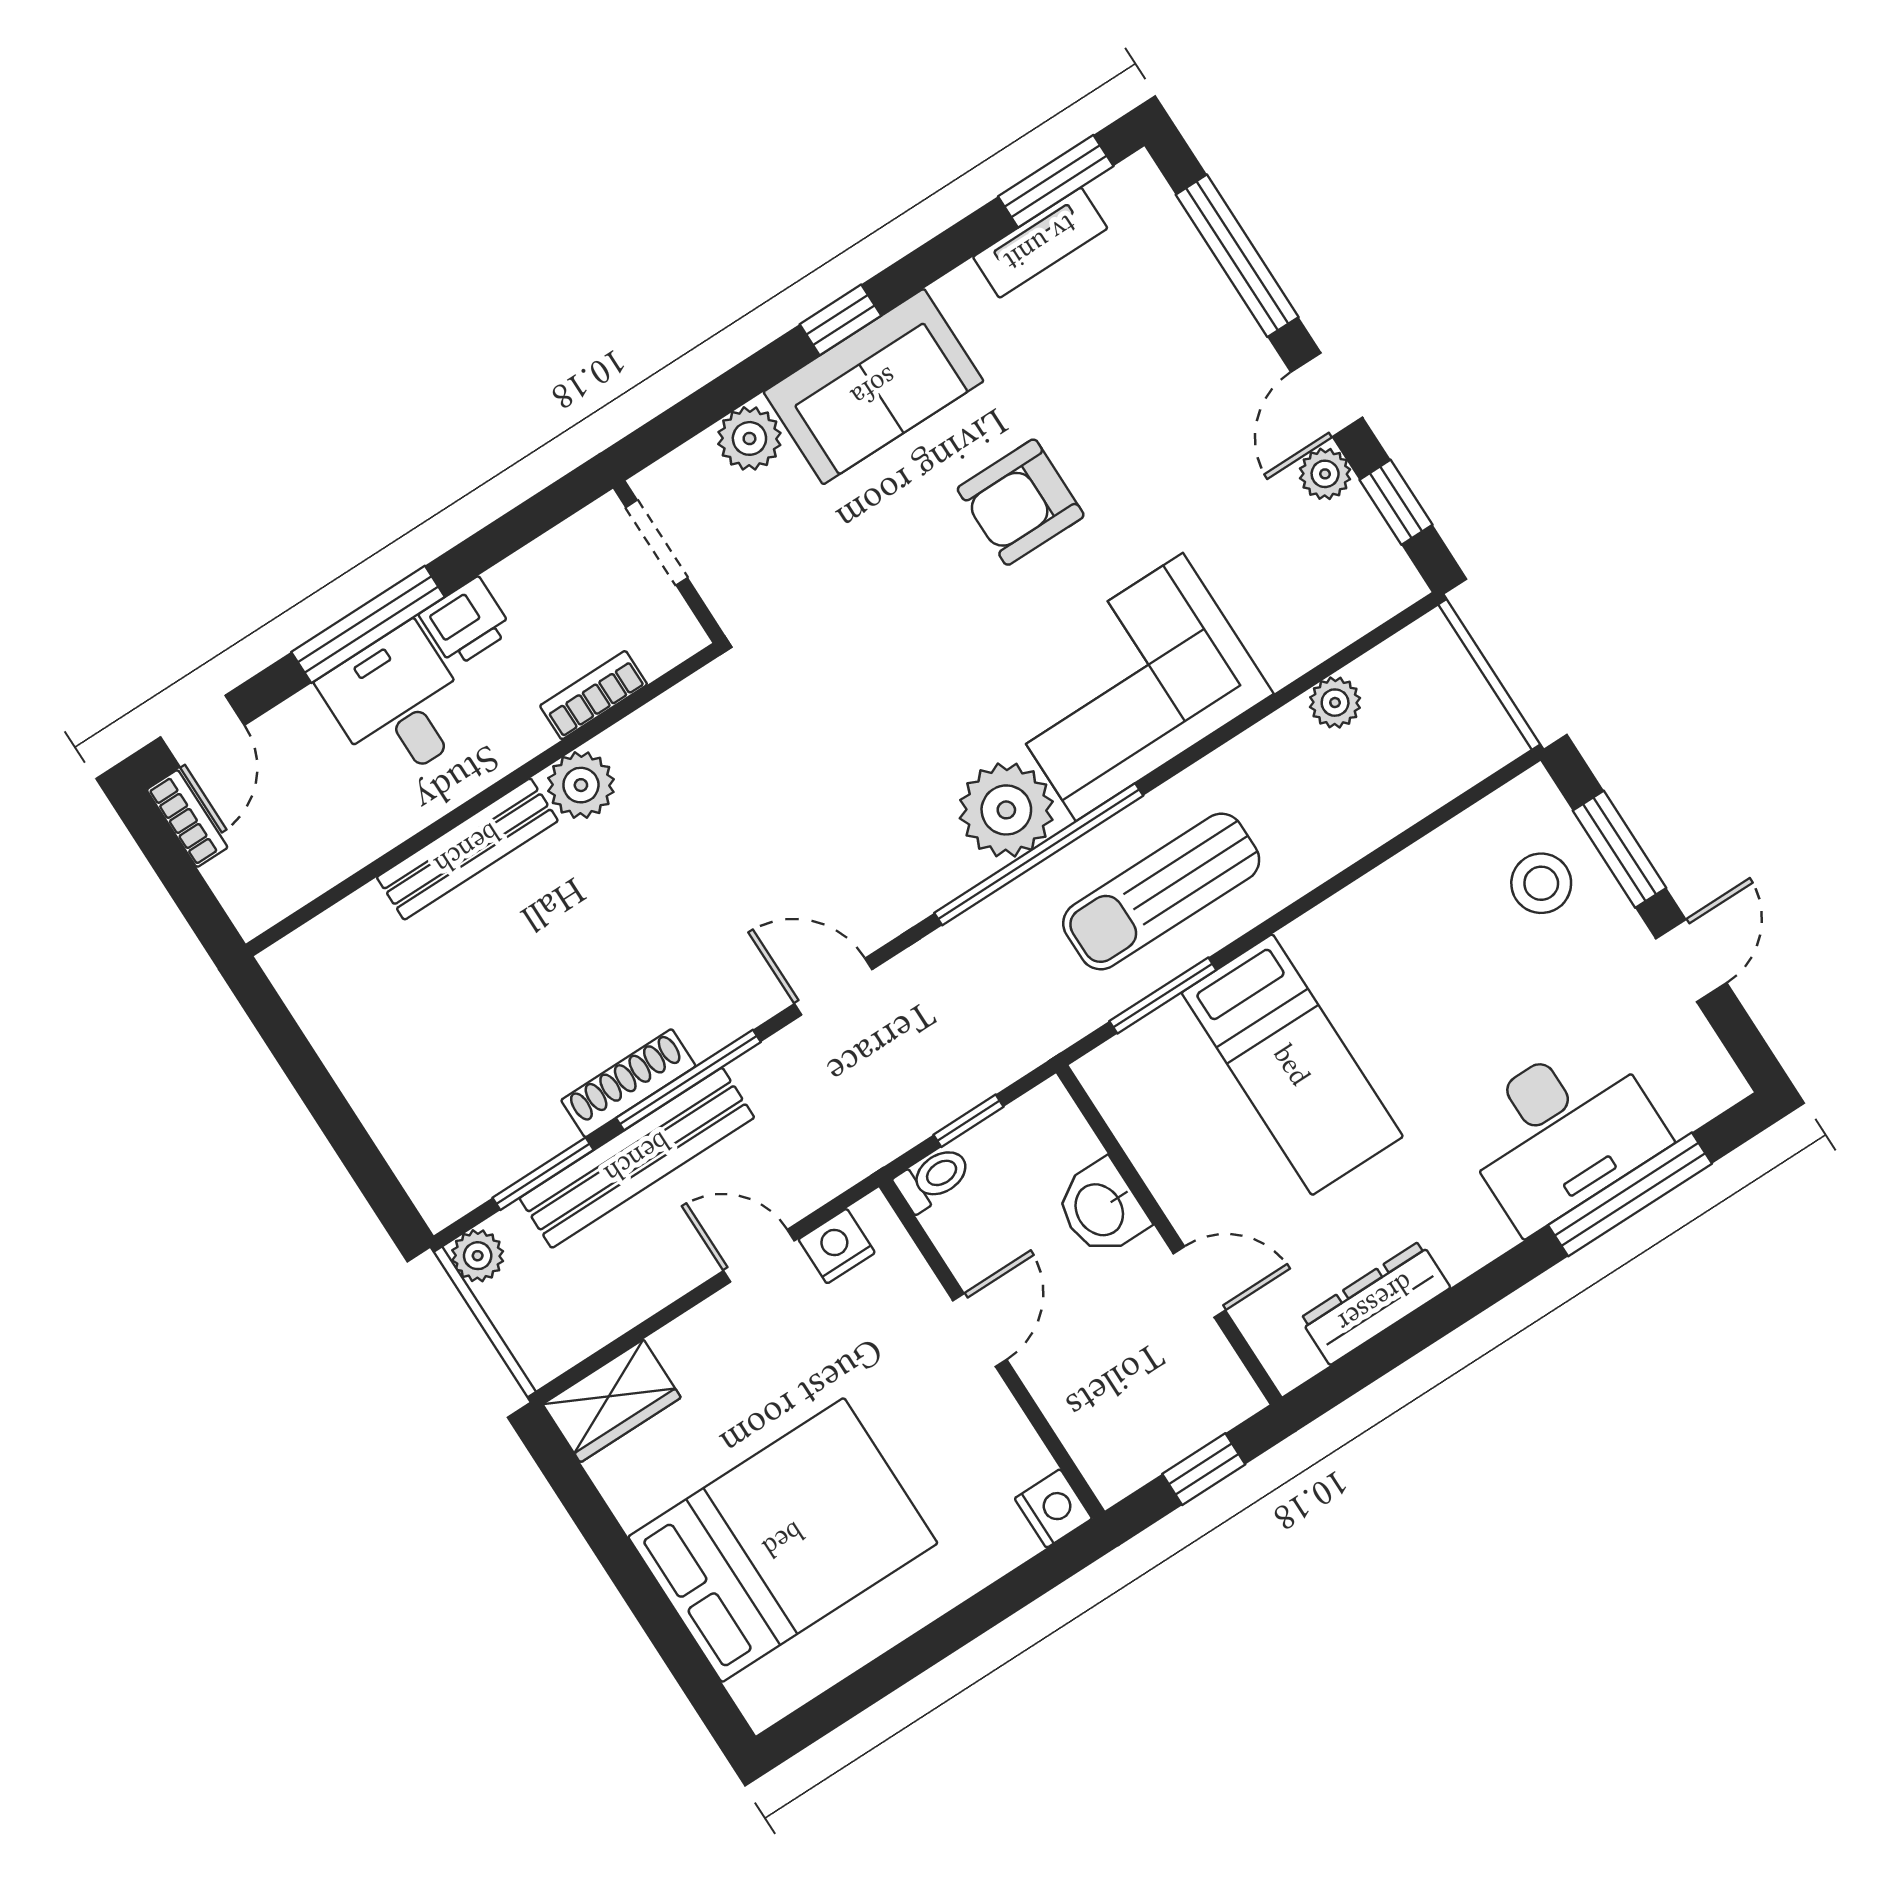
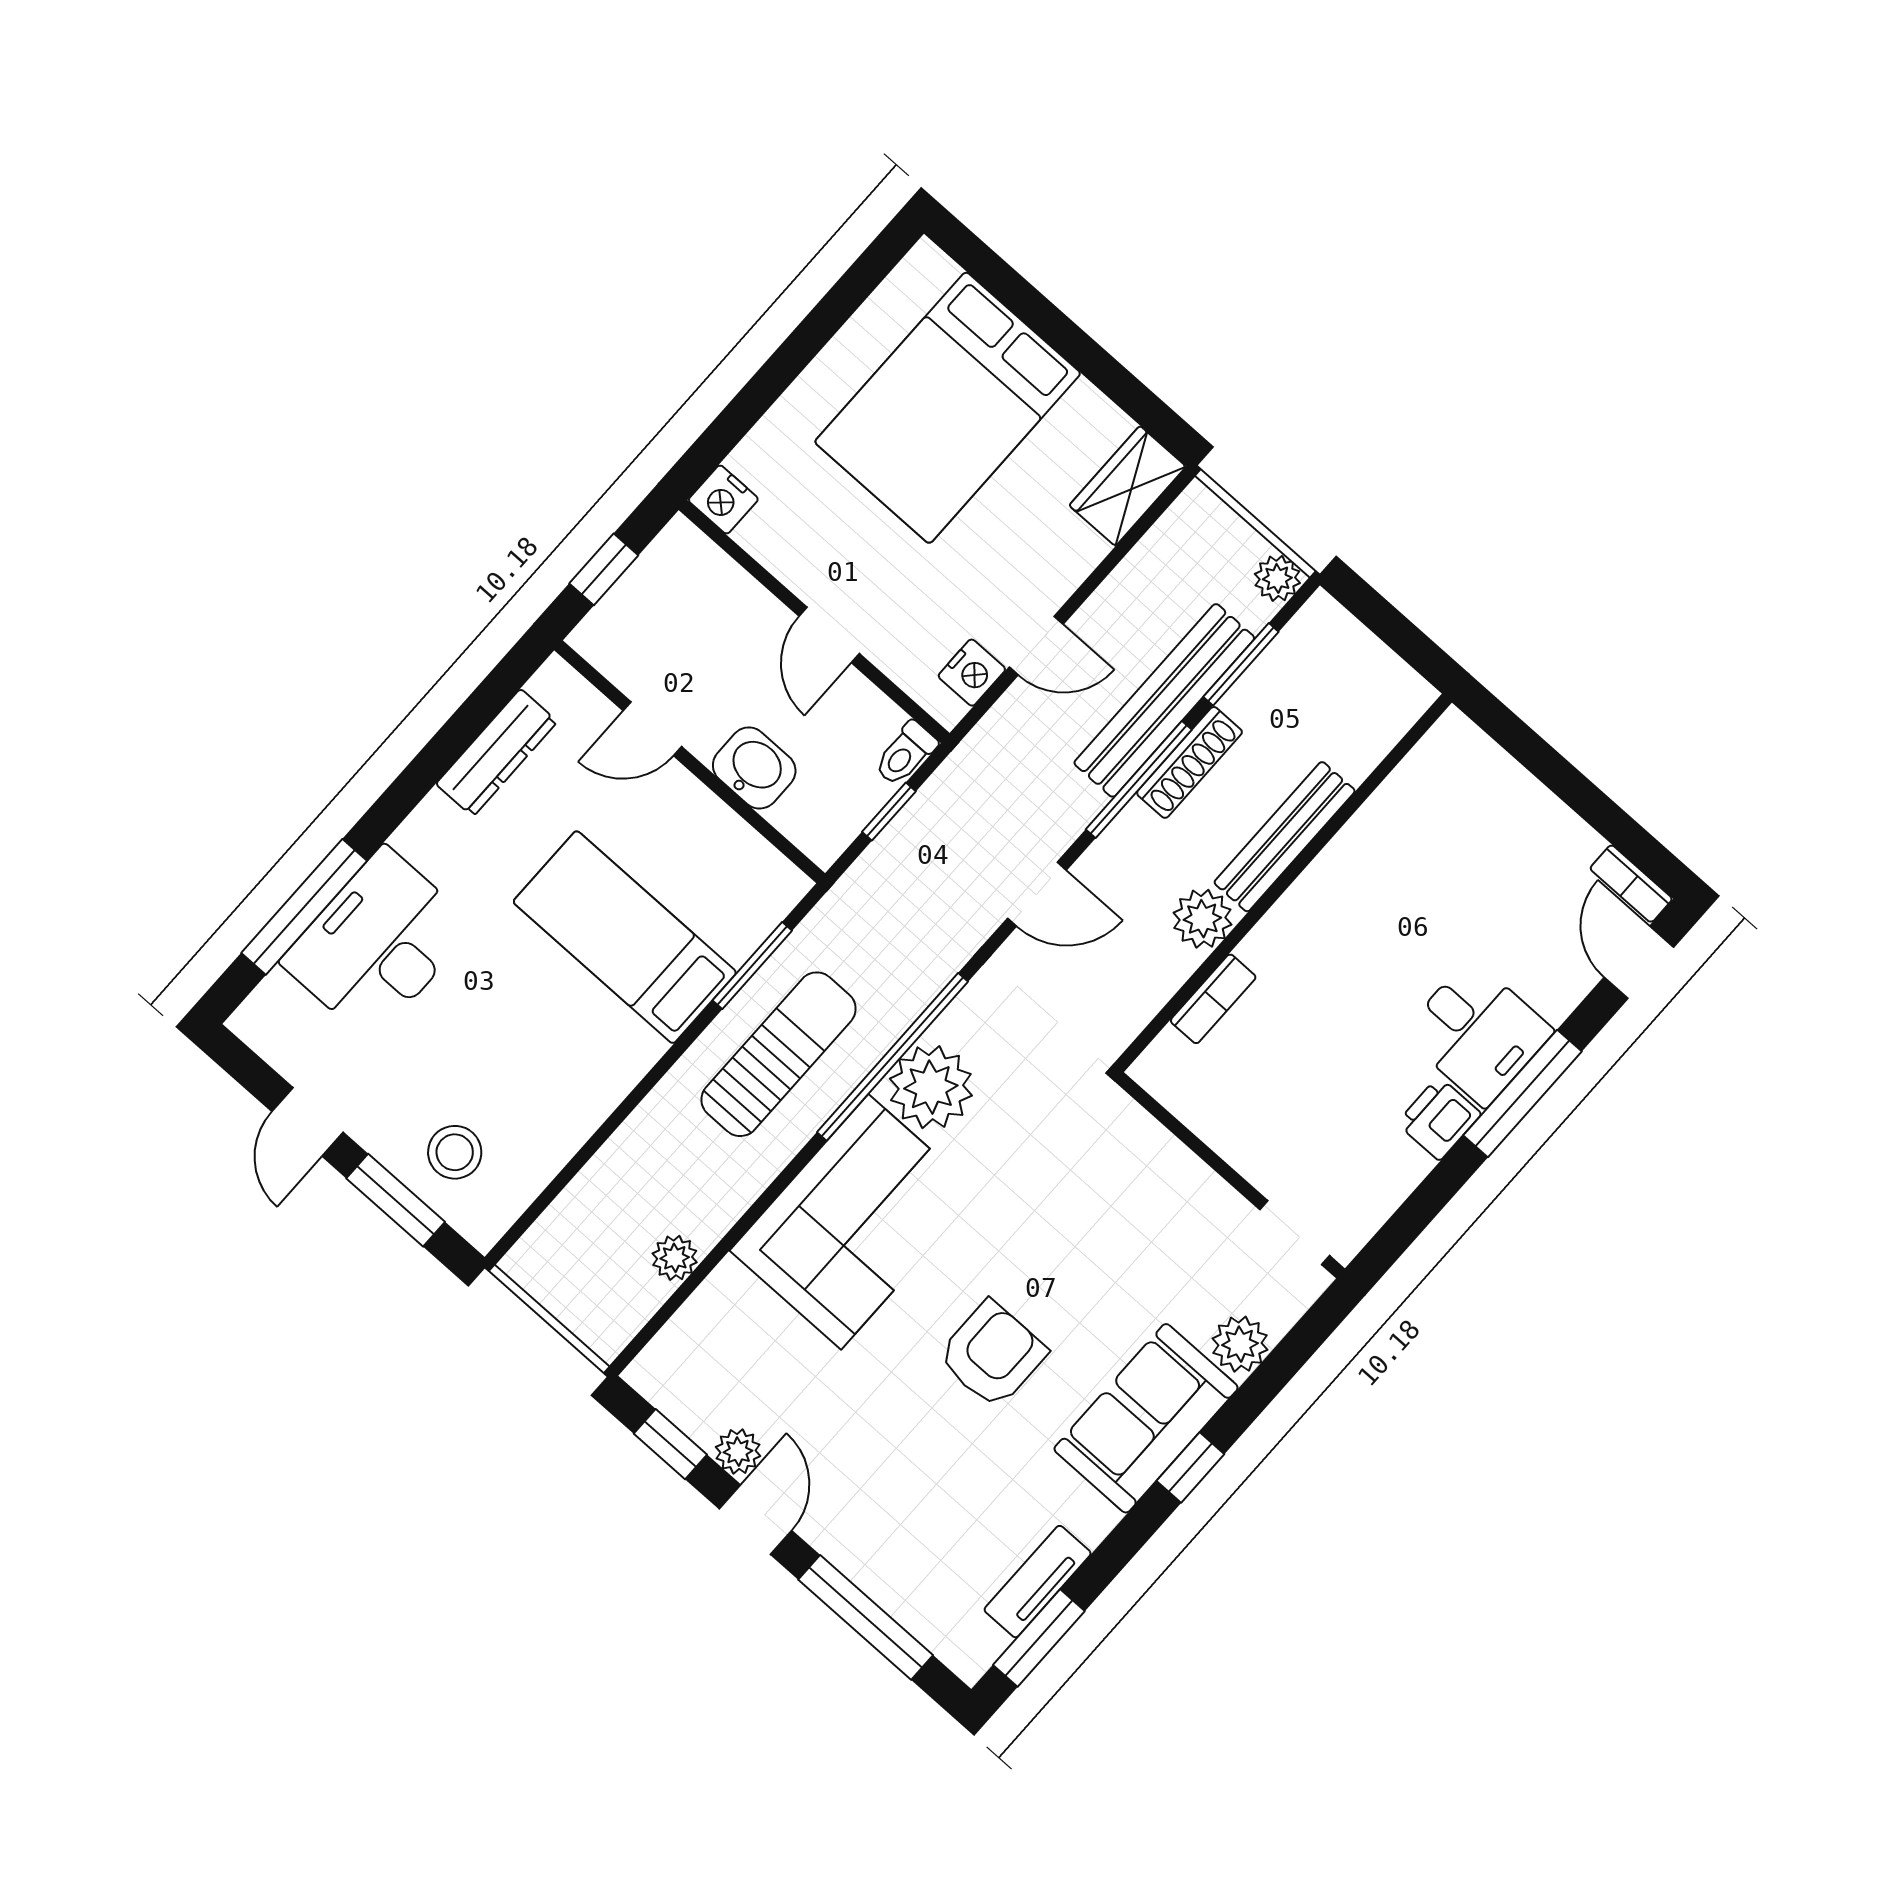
bookcase: (594, 695) -> (1213, 999), moved
plant: (581, 785) -> (1202, 919), moved
wall: (483, 800) -> (1283, 883), moved
bench: (467, 849) -> (1285, 837), moved

